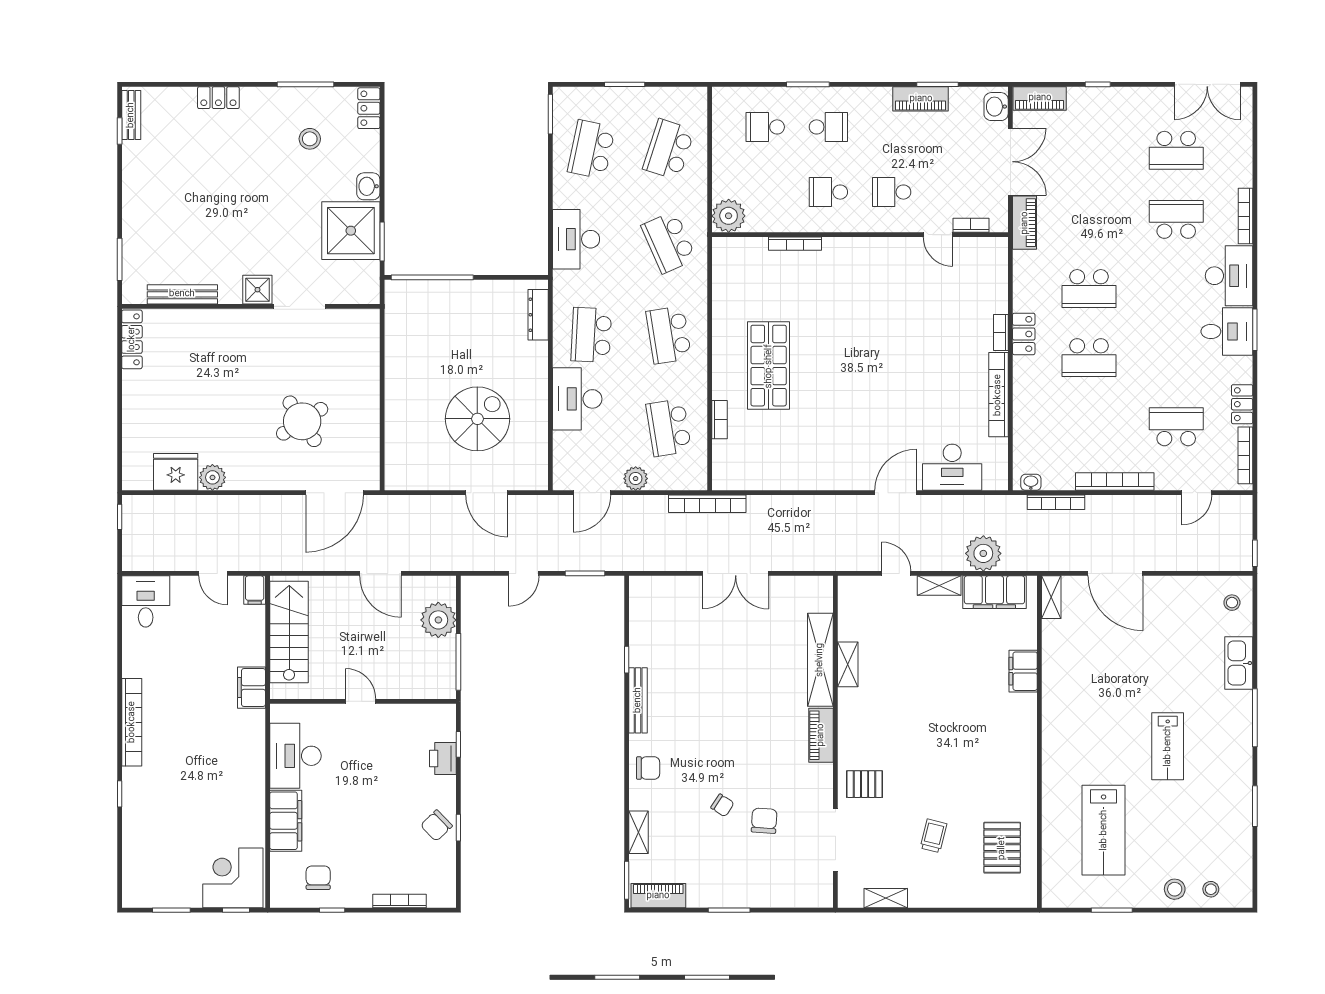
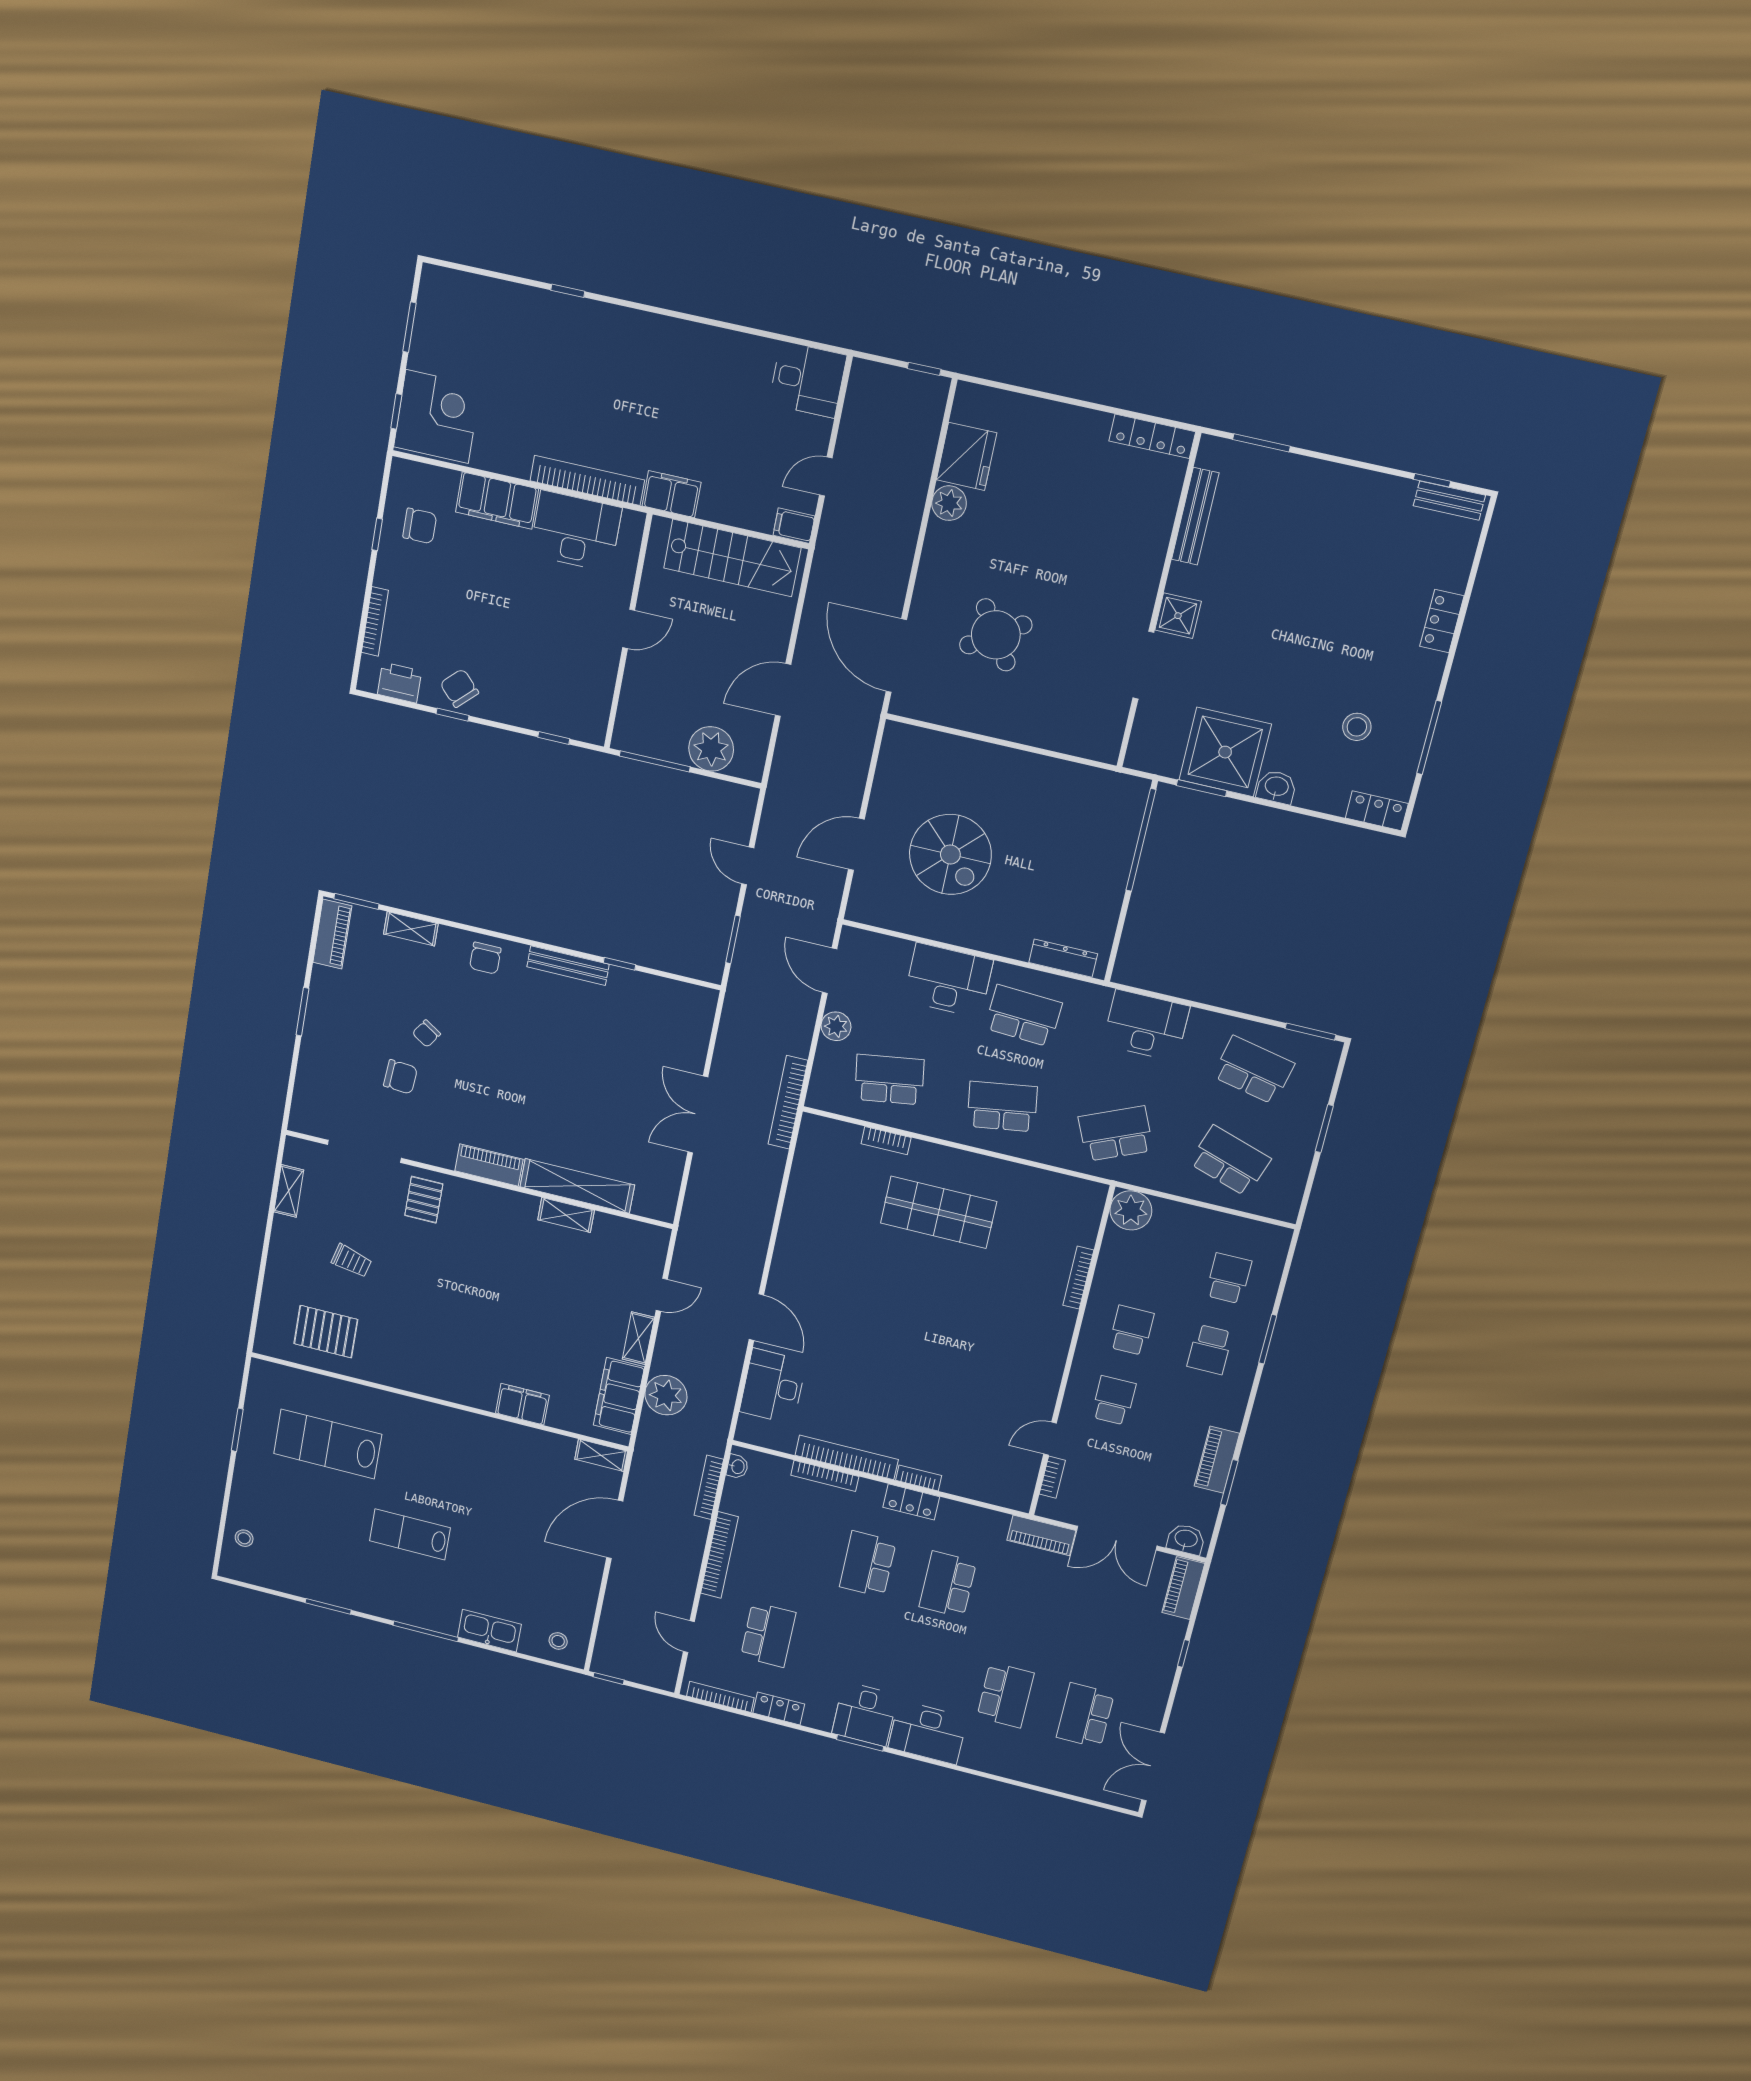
bookcase: (1246, 216) -> (825, 1476), moved, turned 180
bookcase: (132, 722) -> (587, 480), moved, turned 180
printer: (443, 759) -> (400, 683), moved
stool: (1175, 889) -> (250, 1501), removed

